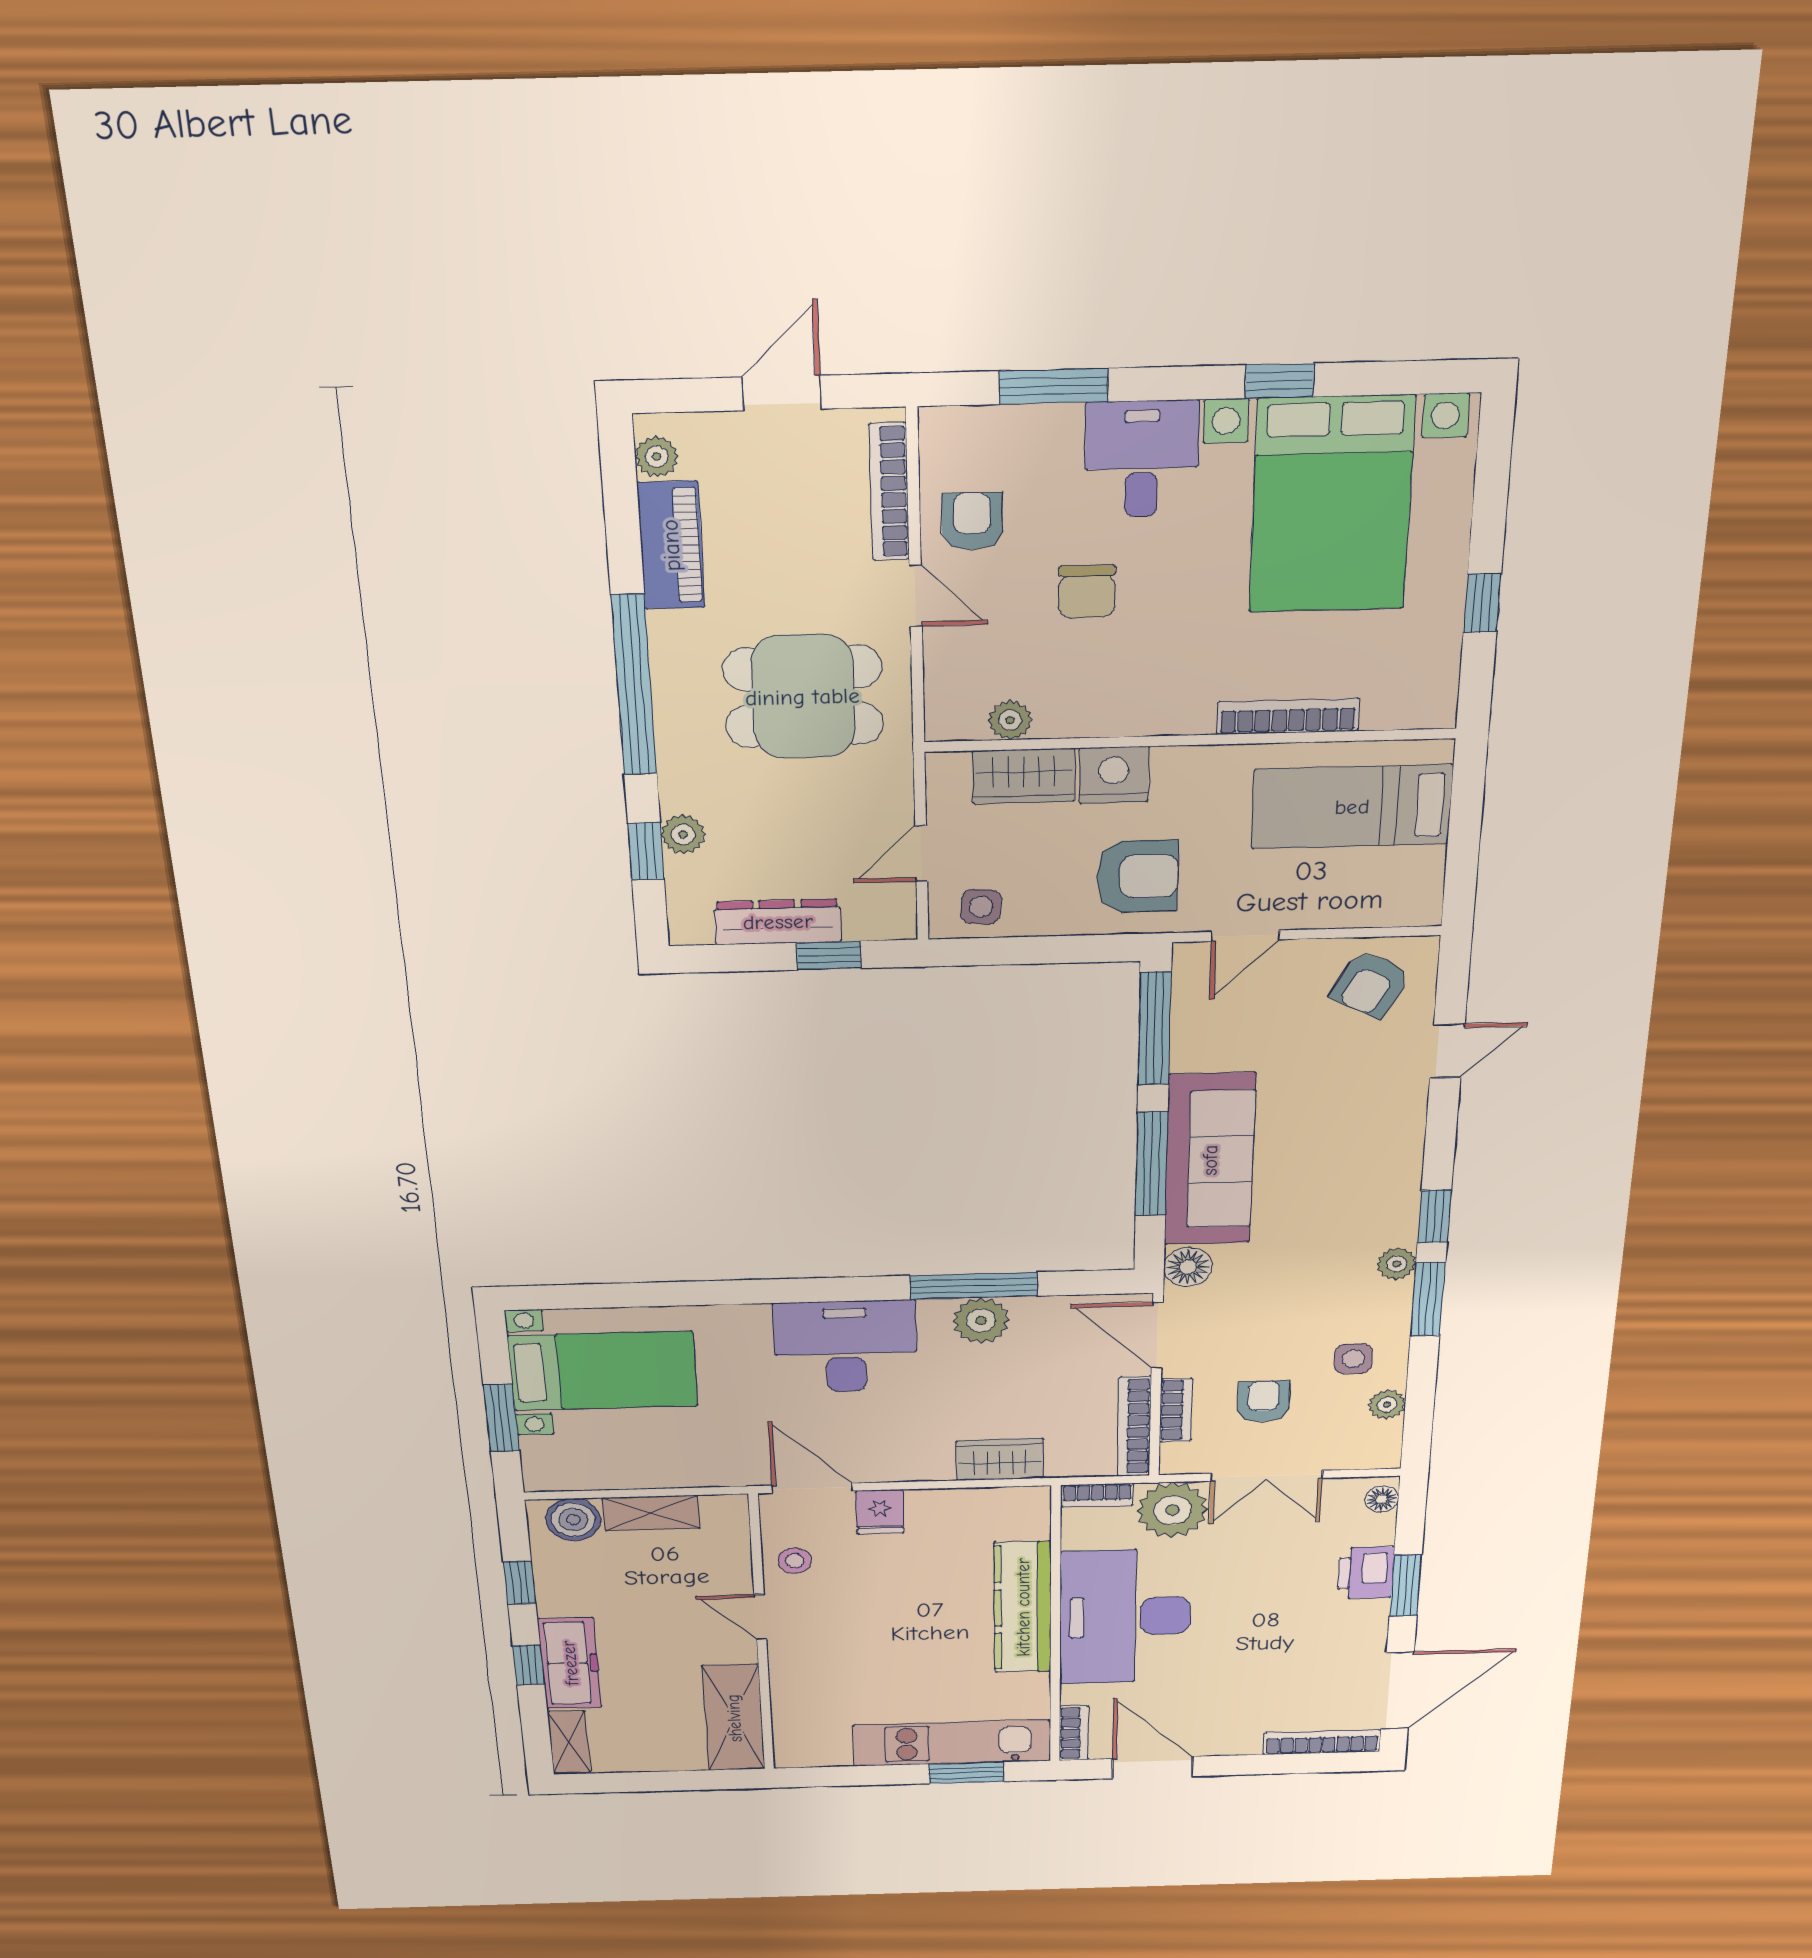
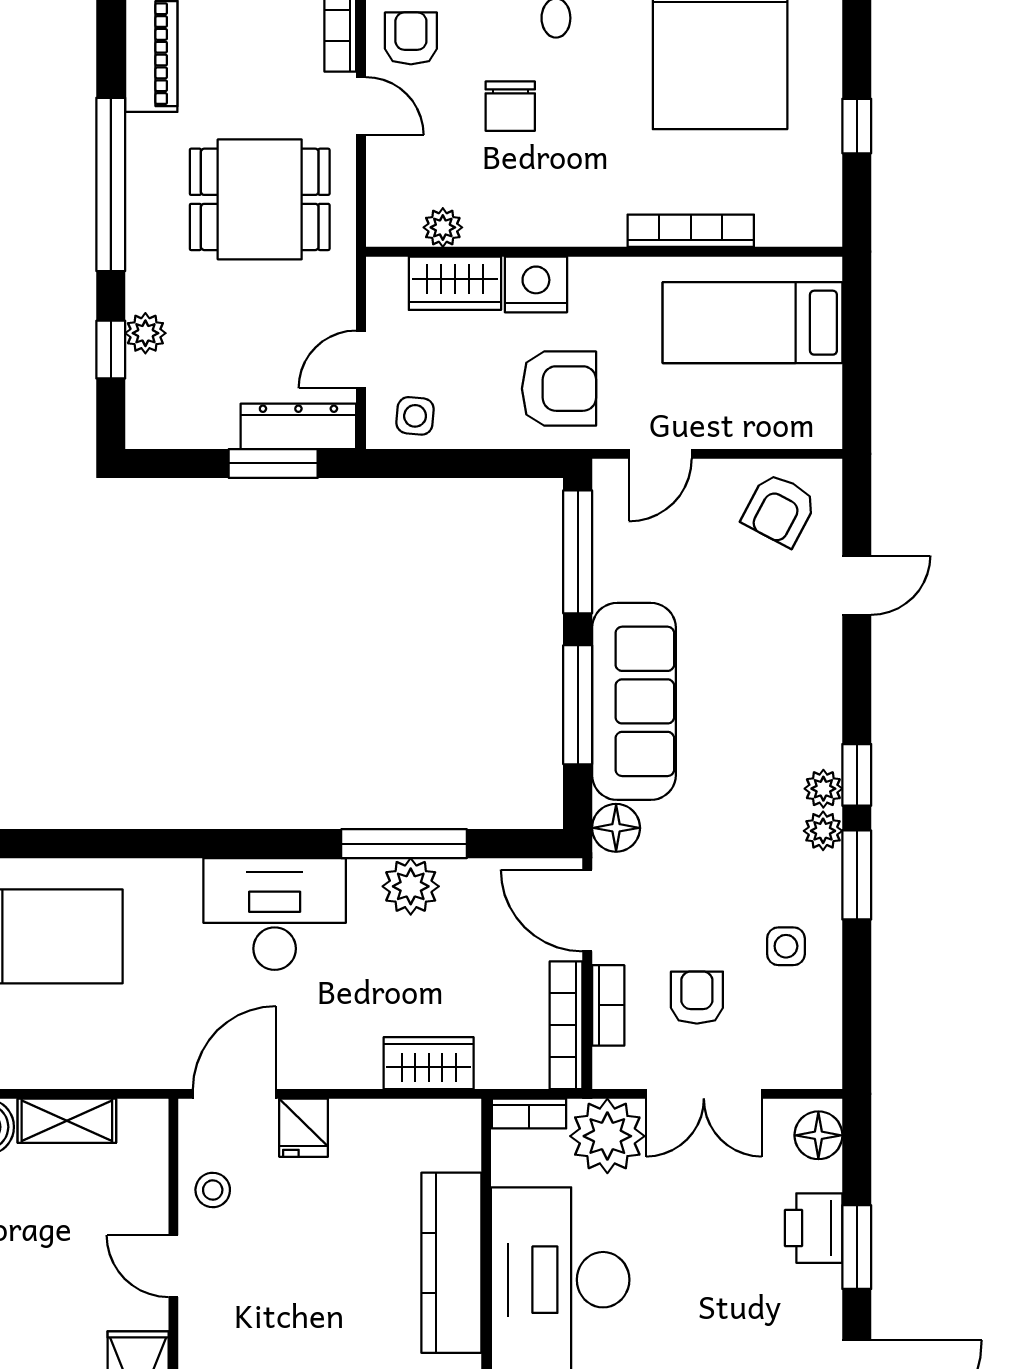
dresser: (778, 922) -> (298, 426), moved
window: (829, 956) -> (273, 463), width x1.50
plant: (1387, 1405) -> (823, 789), moved
door: (812, 1488) -> (234, 1094), hinge flipped
floor lamp: (1382, 1499) -> (818, 1135), width x1.37, depth x1.37

